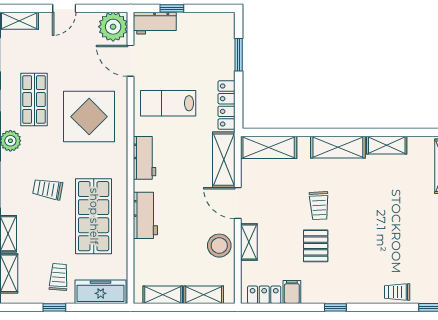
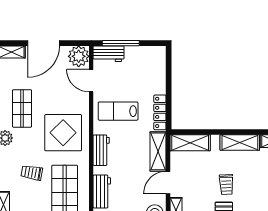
door: (64, 8) -> (44, 43), width x1.87
window: (172, 8) -> (121, 43), width x2.17
window: (239, 55) -> (169, 76), removed
display table: (89, 117) -> (63, 133), moved
door: (238, 203) -> (168, 183), hinge flipped

